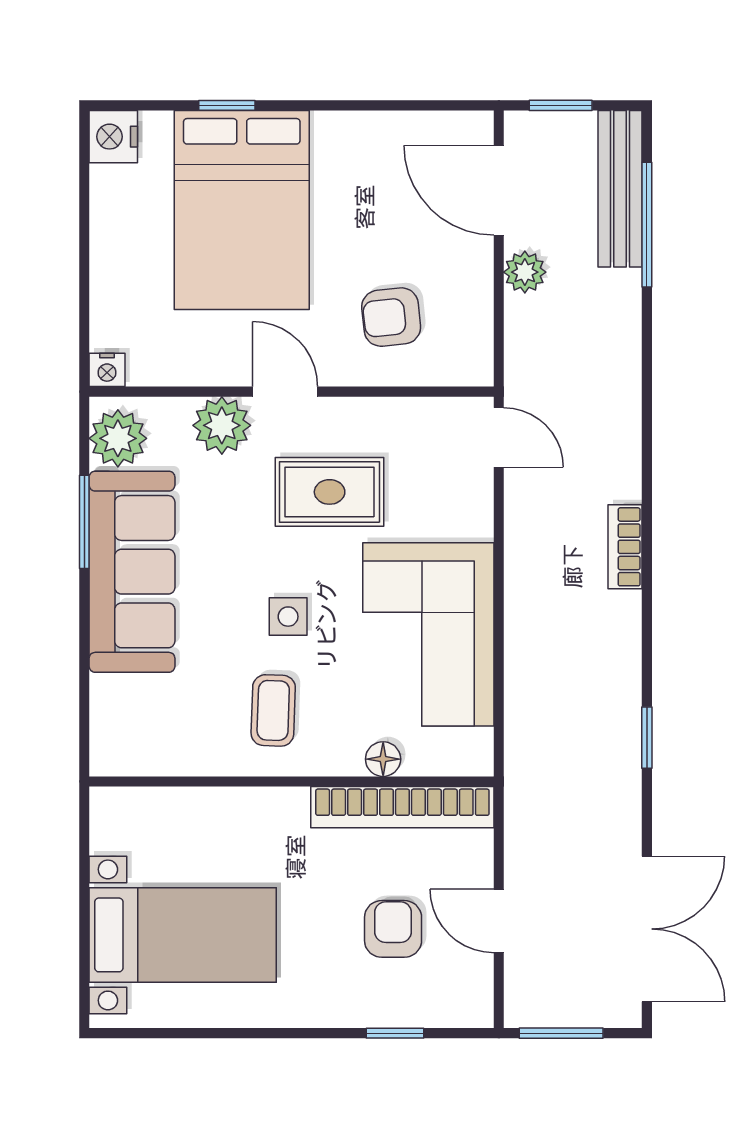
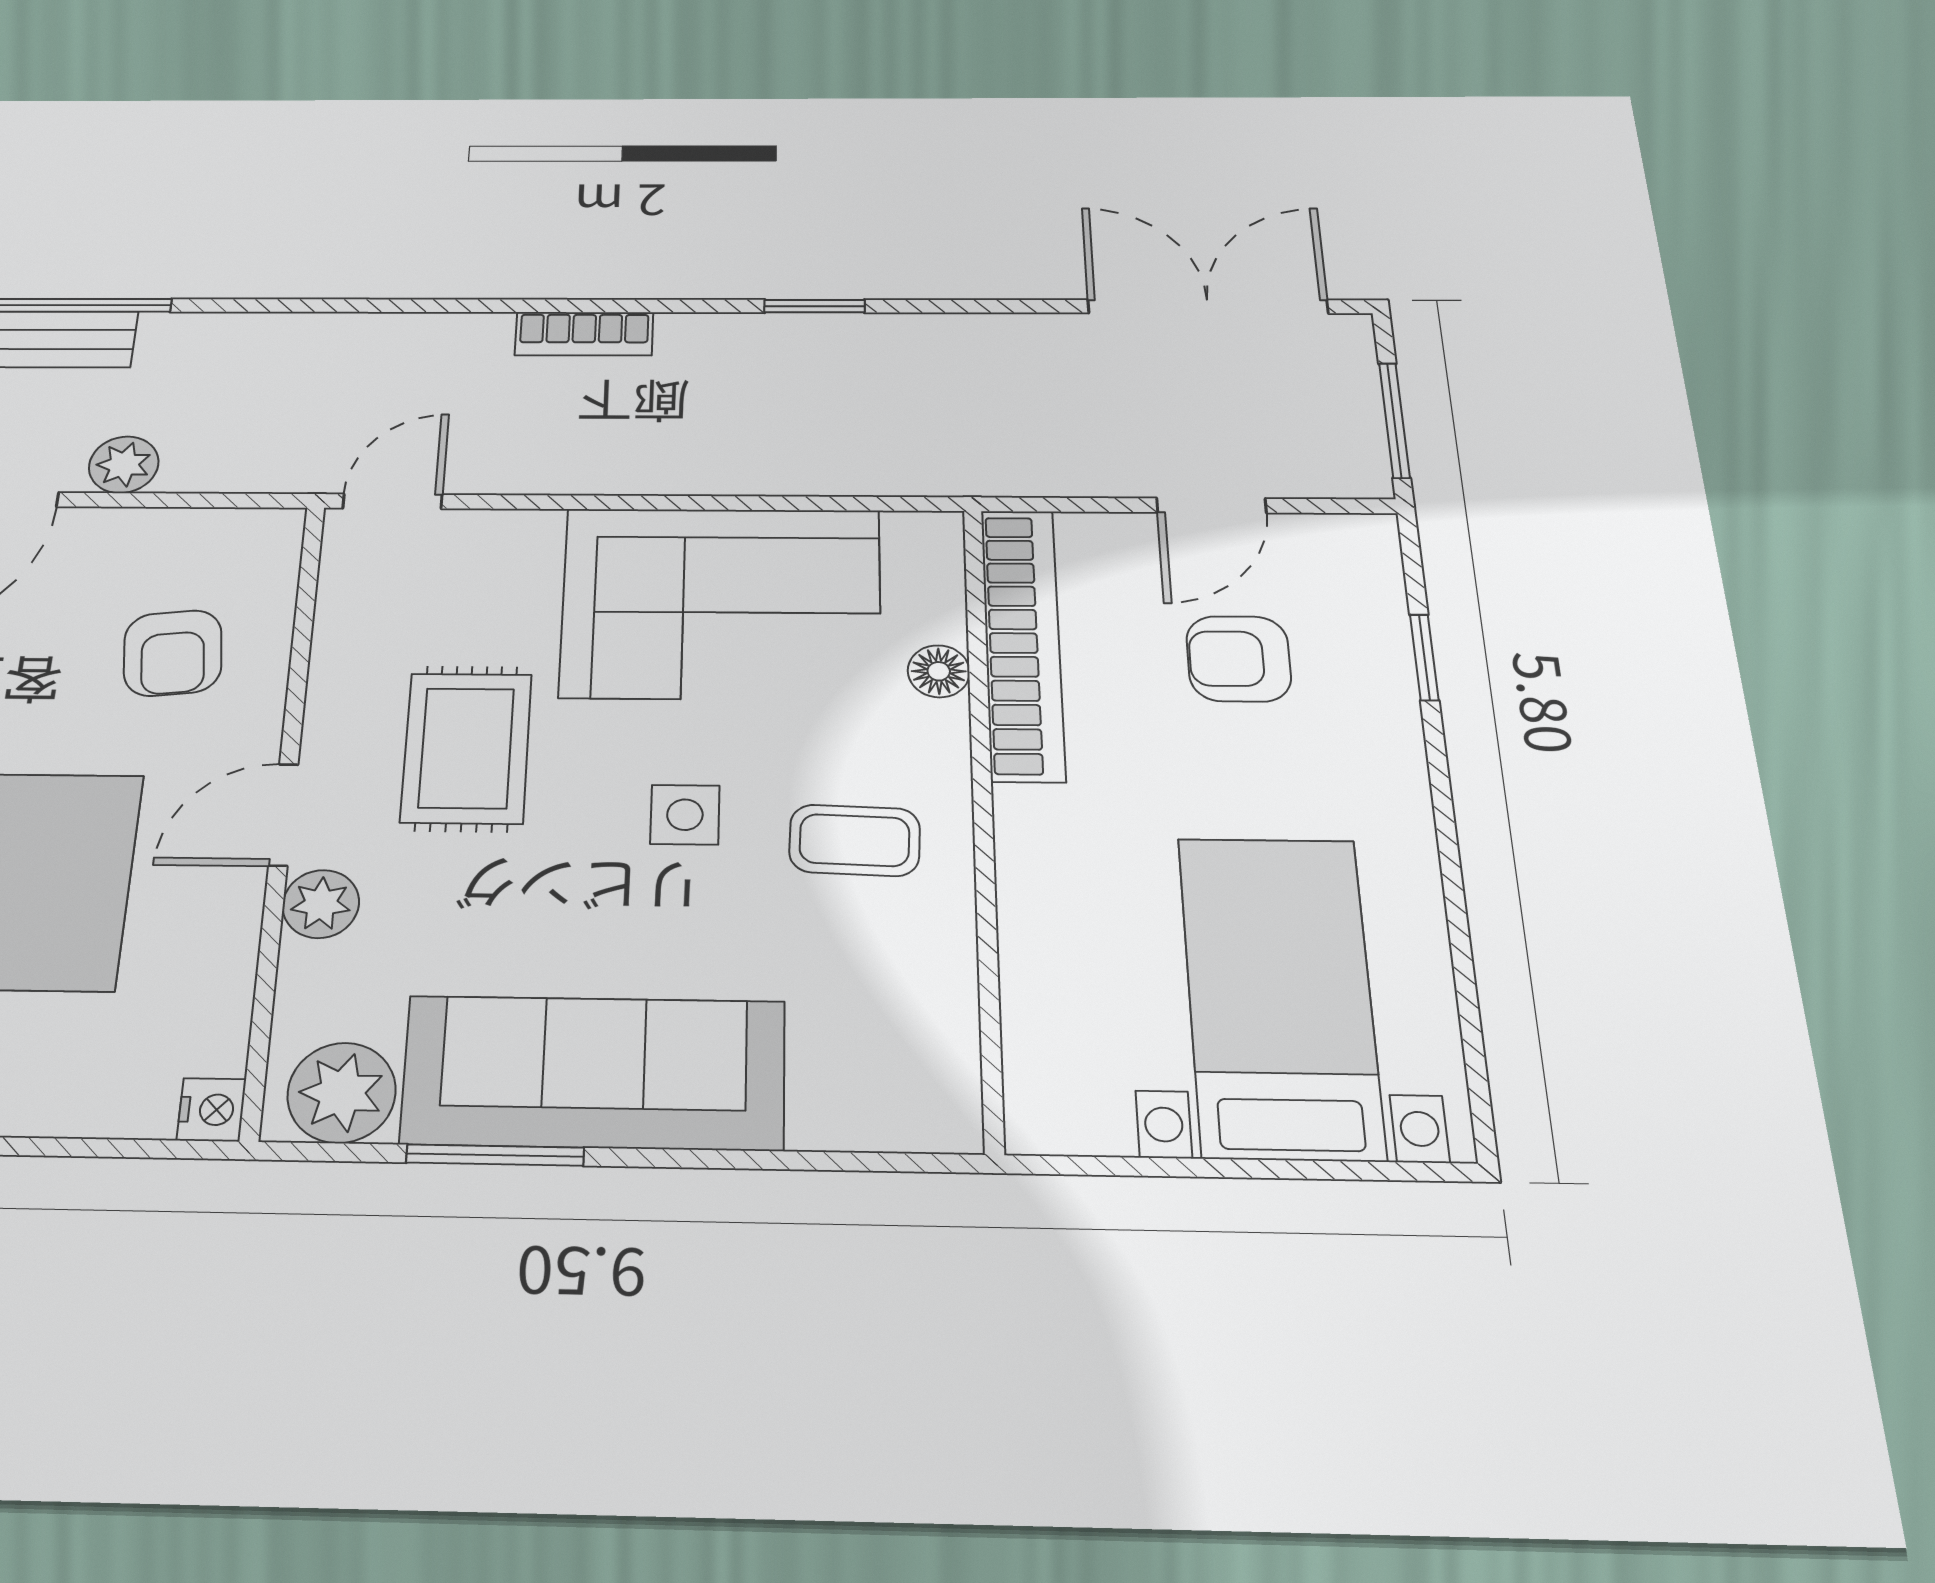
plant: (222, 425) -> (321, 904), width x0.73, depth x0.73
window: (647, 738) -> (815, 306), moved

